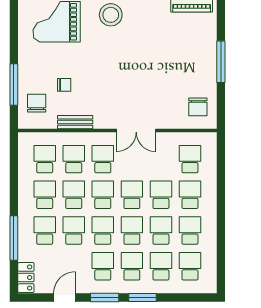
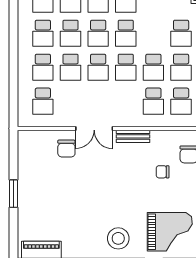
window: (221, 62) -> (14, 194), width x0.69
chair: (198, 107) -> (66, 149), moved, turned 180
bench: (75, 122) -> (133, 136), moved
double door: (136, 130) -> (94, 128), swing flipped
school desk: (103, 159) -> (126, 101), removed
school desk: (74, 231) -> (153, 33), removed

